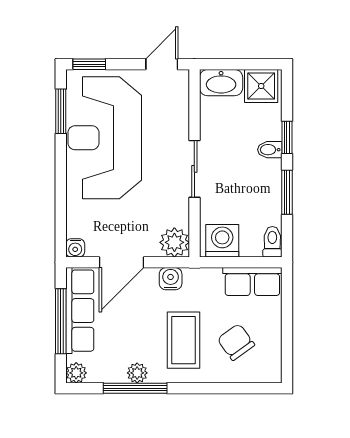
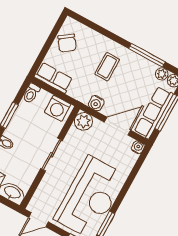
coffee table: (184, 340) -> (107, 67), width x0.73, depth x0.77
chair: (236, 342) -> (67, 43), moved
plant: (137, 373) -> (162, 74), moved

